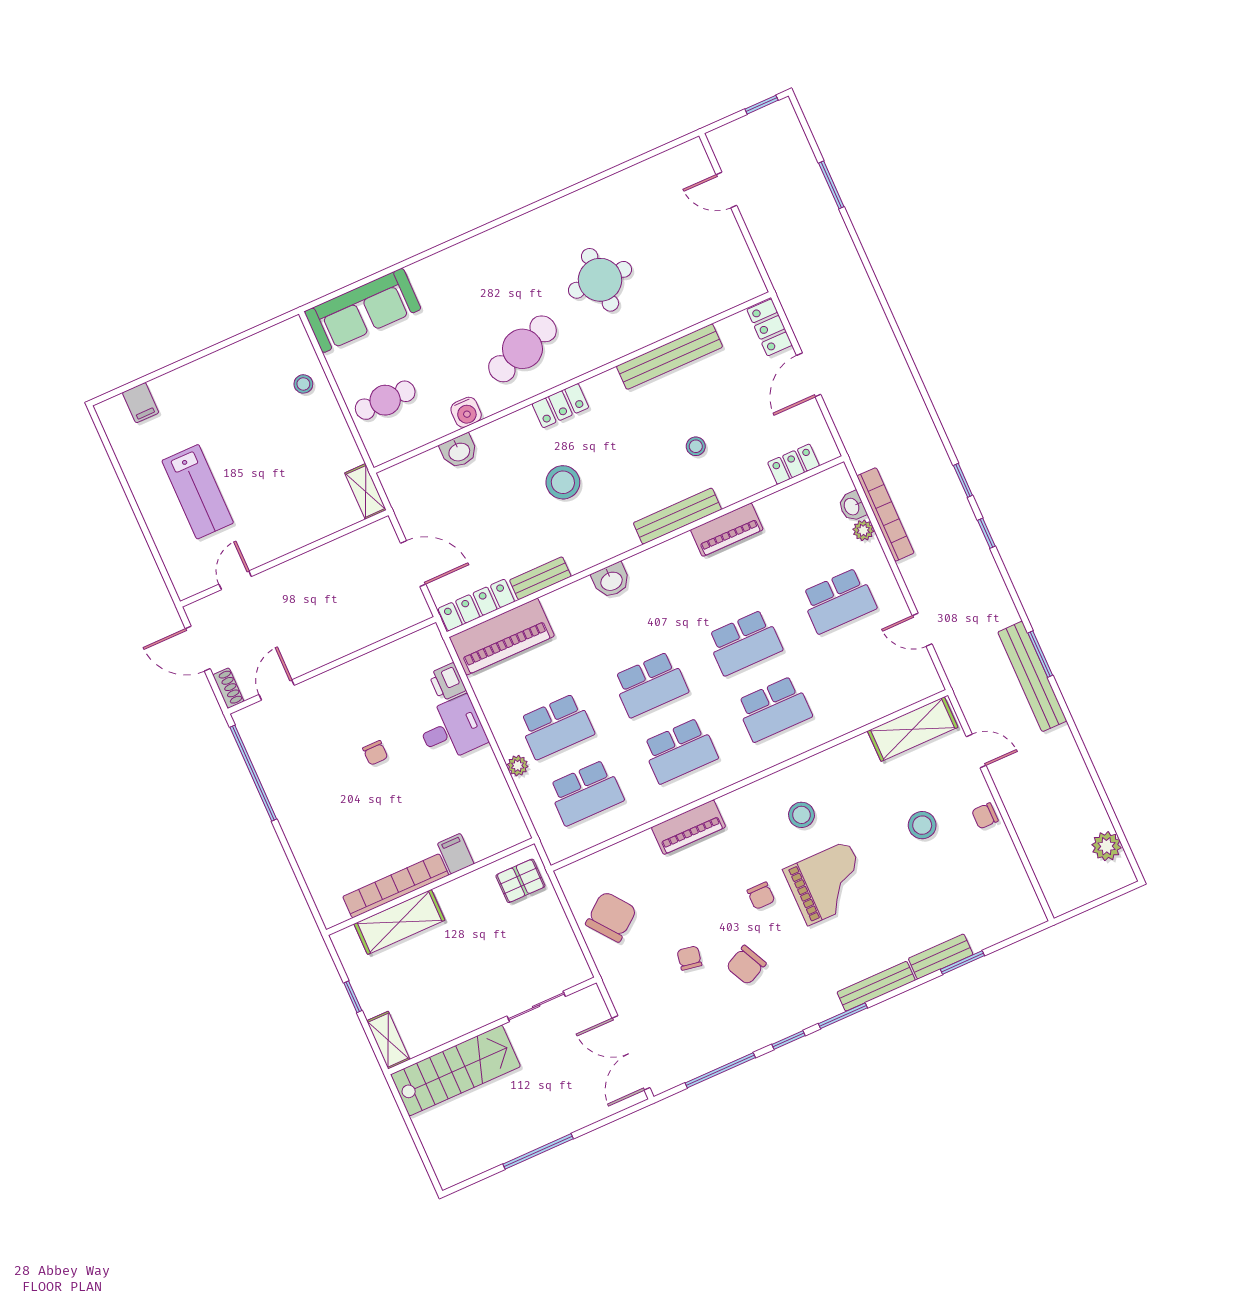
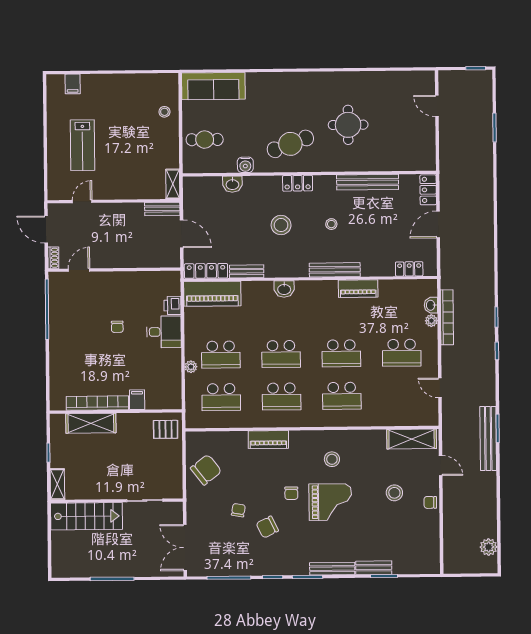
stool: (696, 446) -> (331, 224), moved
bench: (366, 538) -> (162, 209), added

